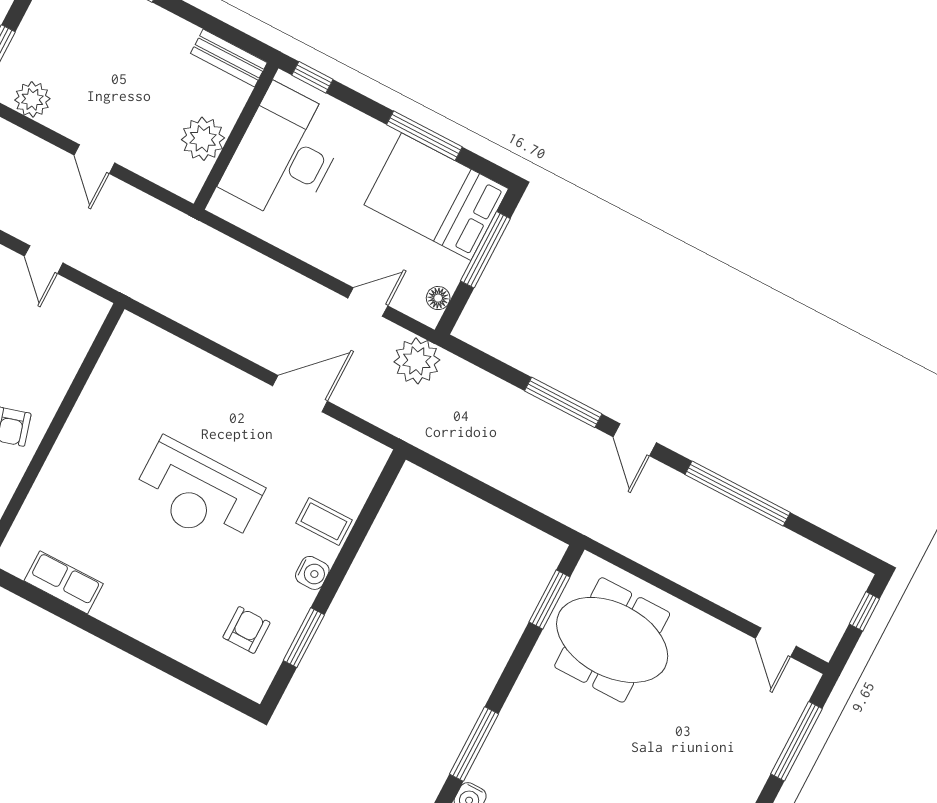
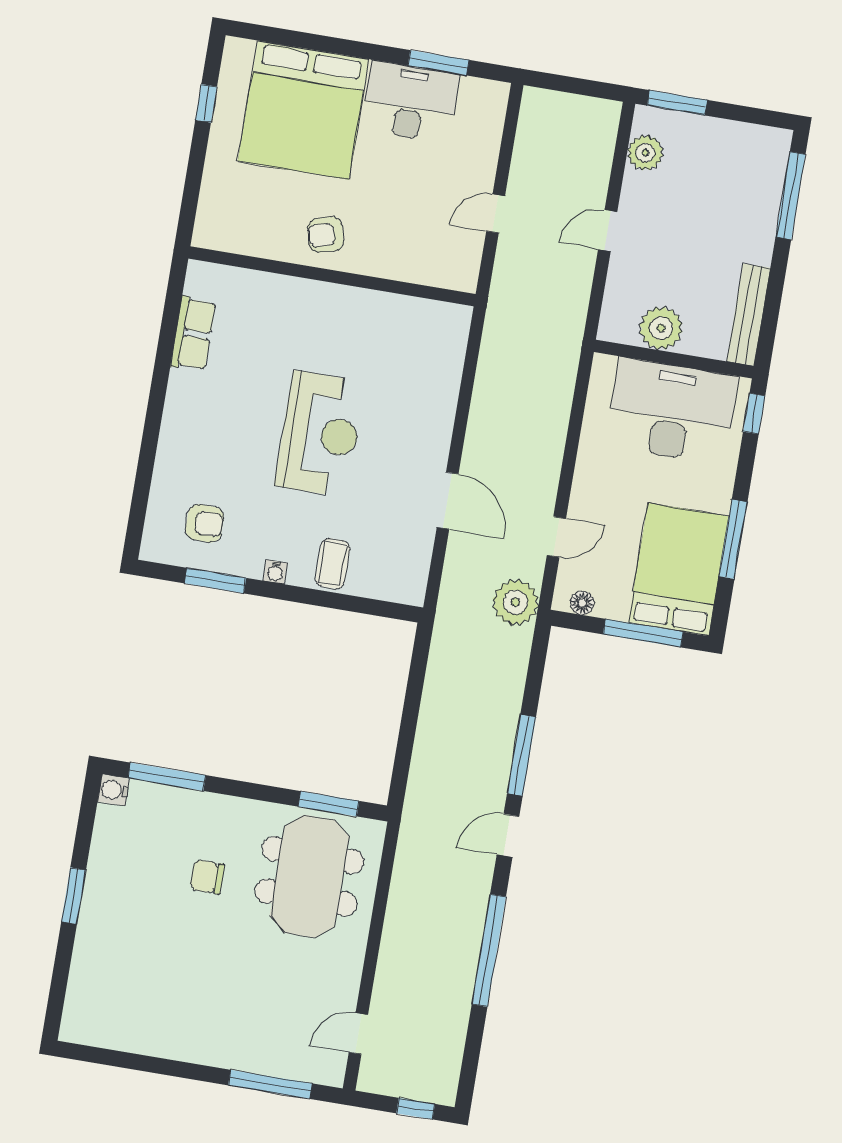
bench: (229, 58) -> (749, 315), width x1.36
door: (368, 302) -> (556, 537), hinge flipped
reception desk: (198, 493) -> (320, 434), turned 180
water cooler: (312, 573) -> (275, 572), width x0.72, depth x0.72
chair: (581, 737) -> (207, 877), added

